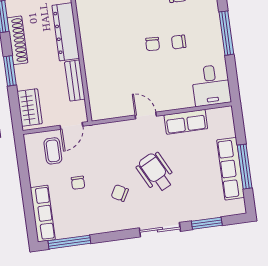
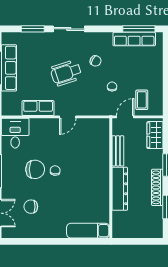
chair: (179, 42) -> (35, 169), width x1.87, depth x1.87
door: (146, 116) -> (68, 117), hinge flipped
wheelchair: (156, 172) -> (66, 73), turned 99
chair: (78, 183) -> (112, 87), moved
row of seats: (43, 214) -> (134, 39), moved, turned -90

